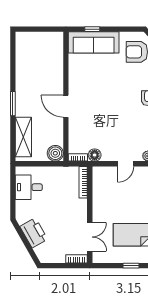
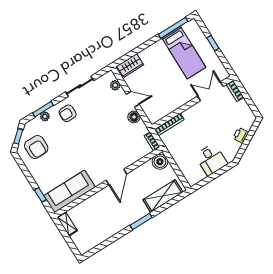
shelving: (52, 37) -> (67, 224), added
sofa: (94, 42) -> (70, 191), moved, turned -90
floor lamp: (95, 155) -> (134, 117), moved
desk: (29, 187) -> (211, 160), moved
printer: (34, 233) -> (241, 135), width x0.53, depth x0.68

